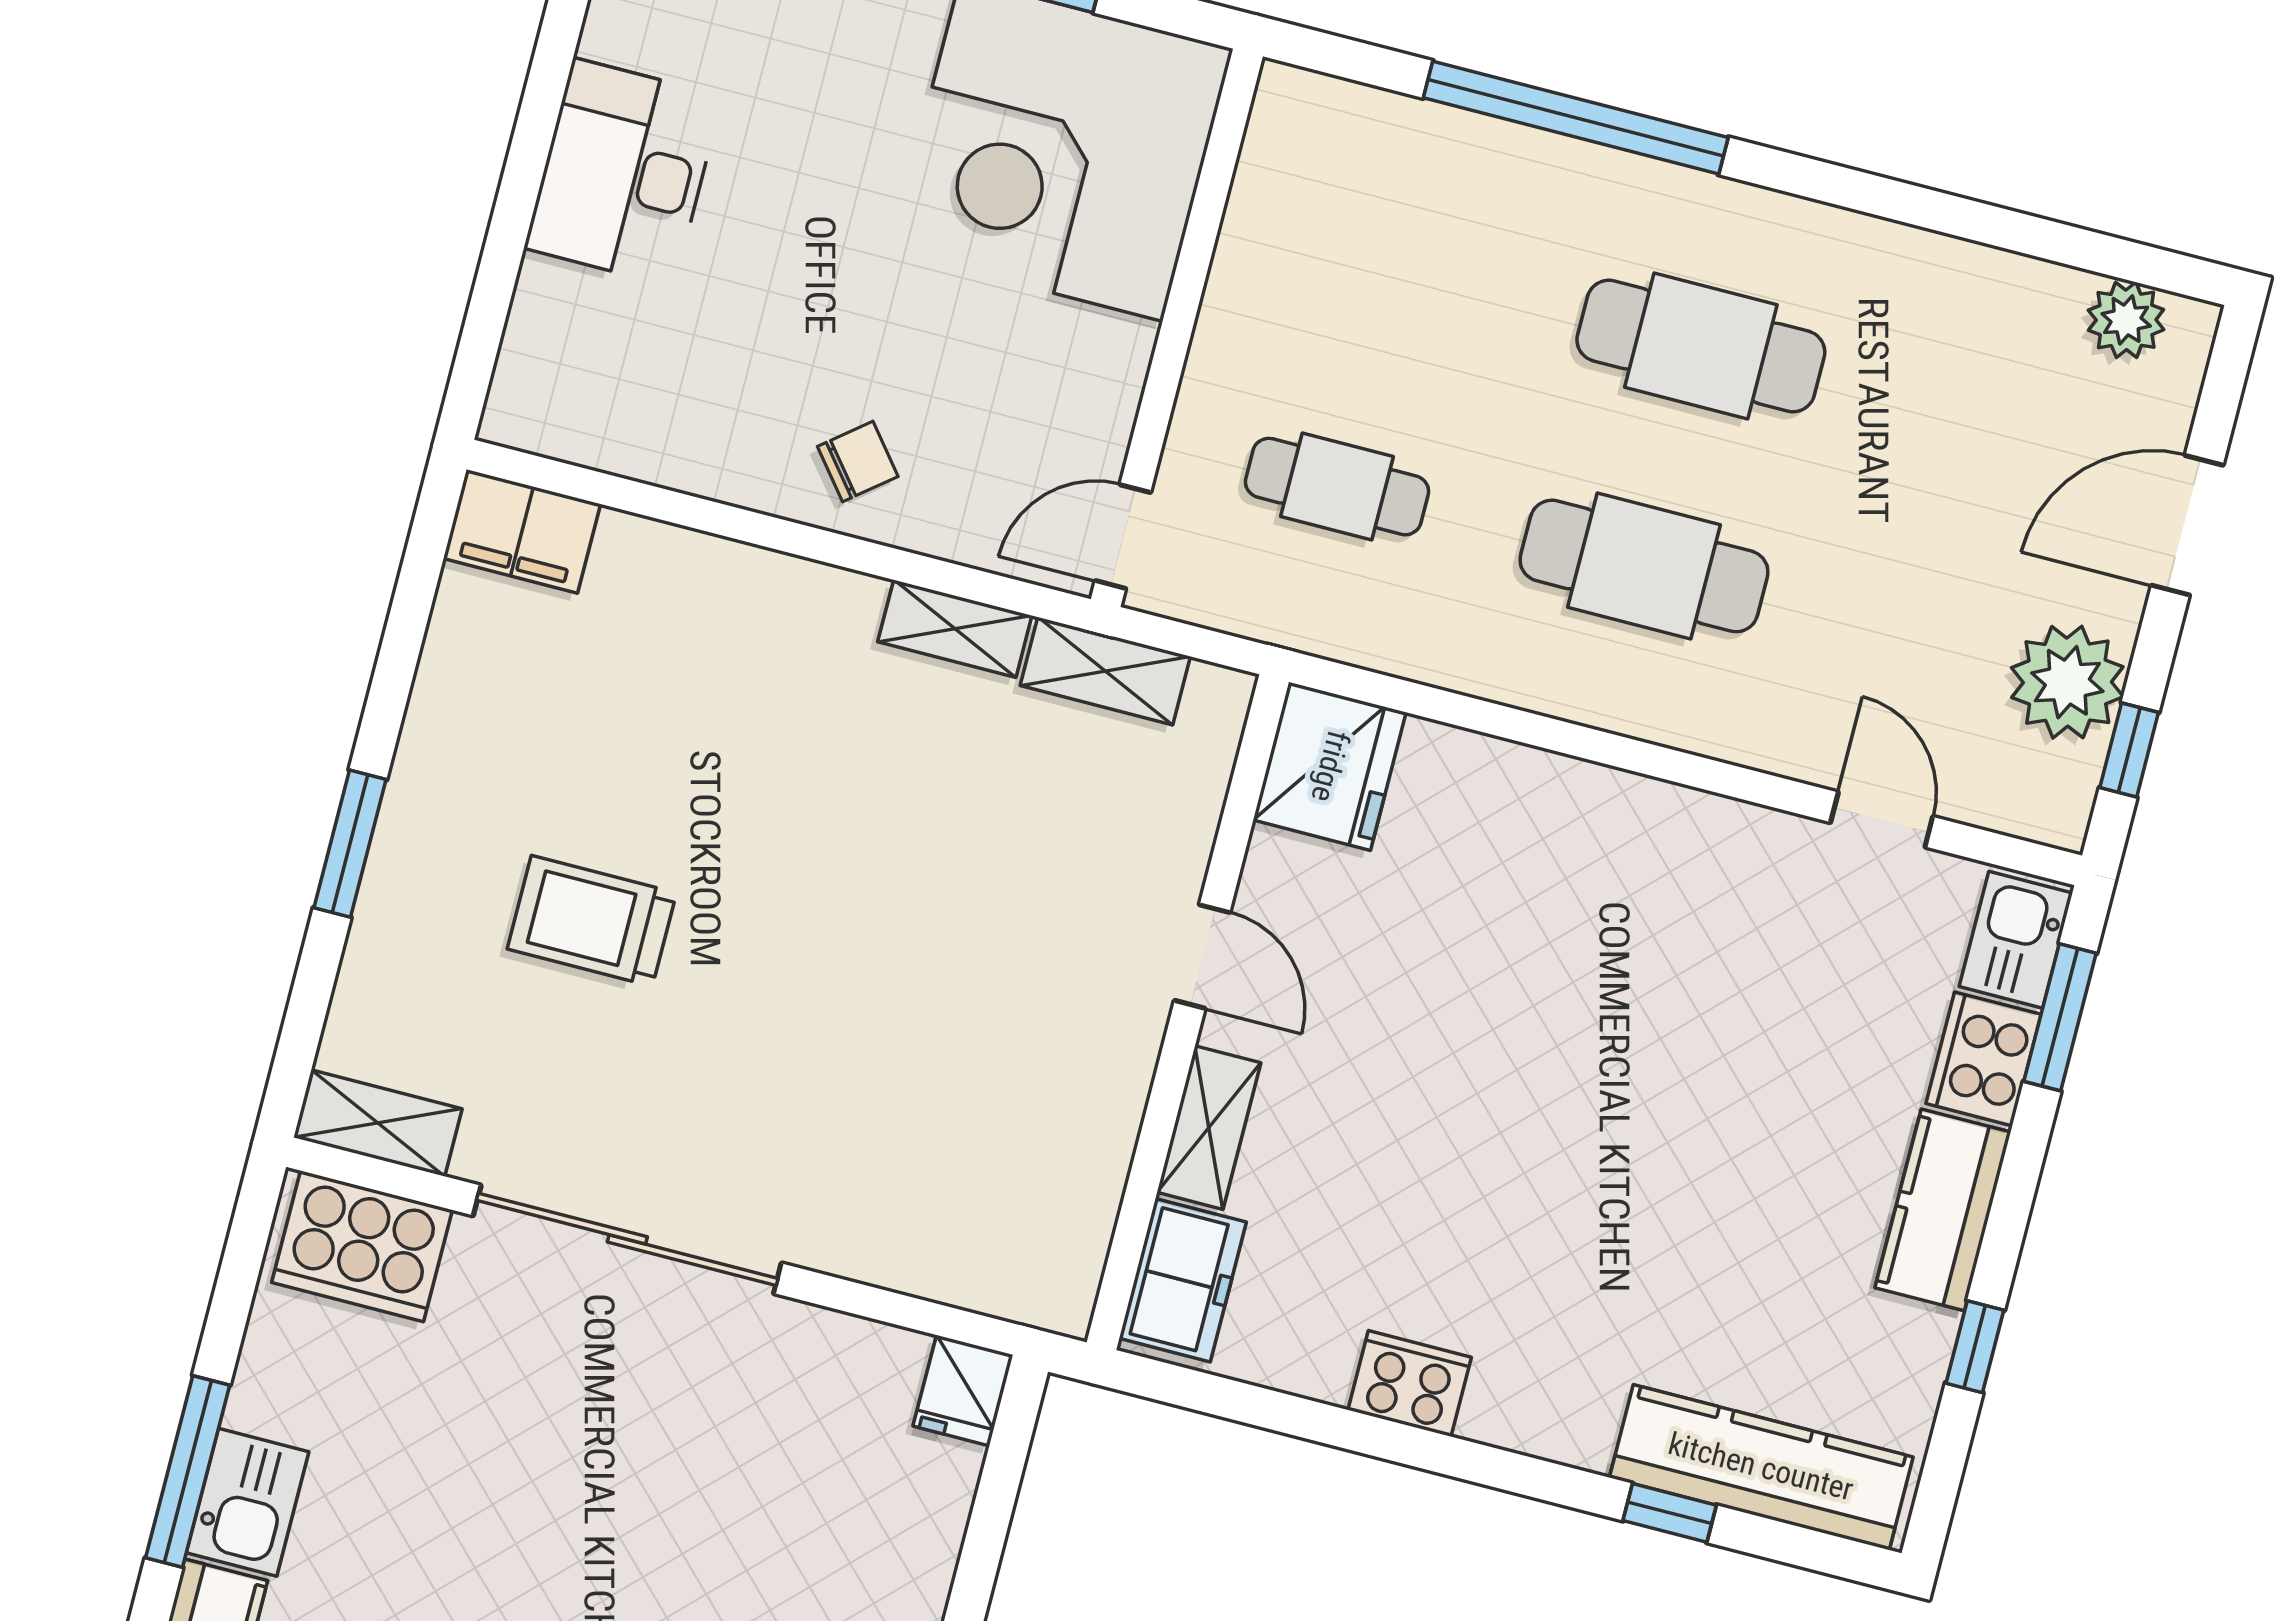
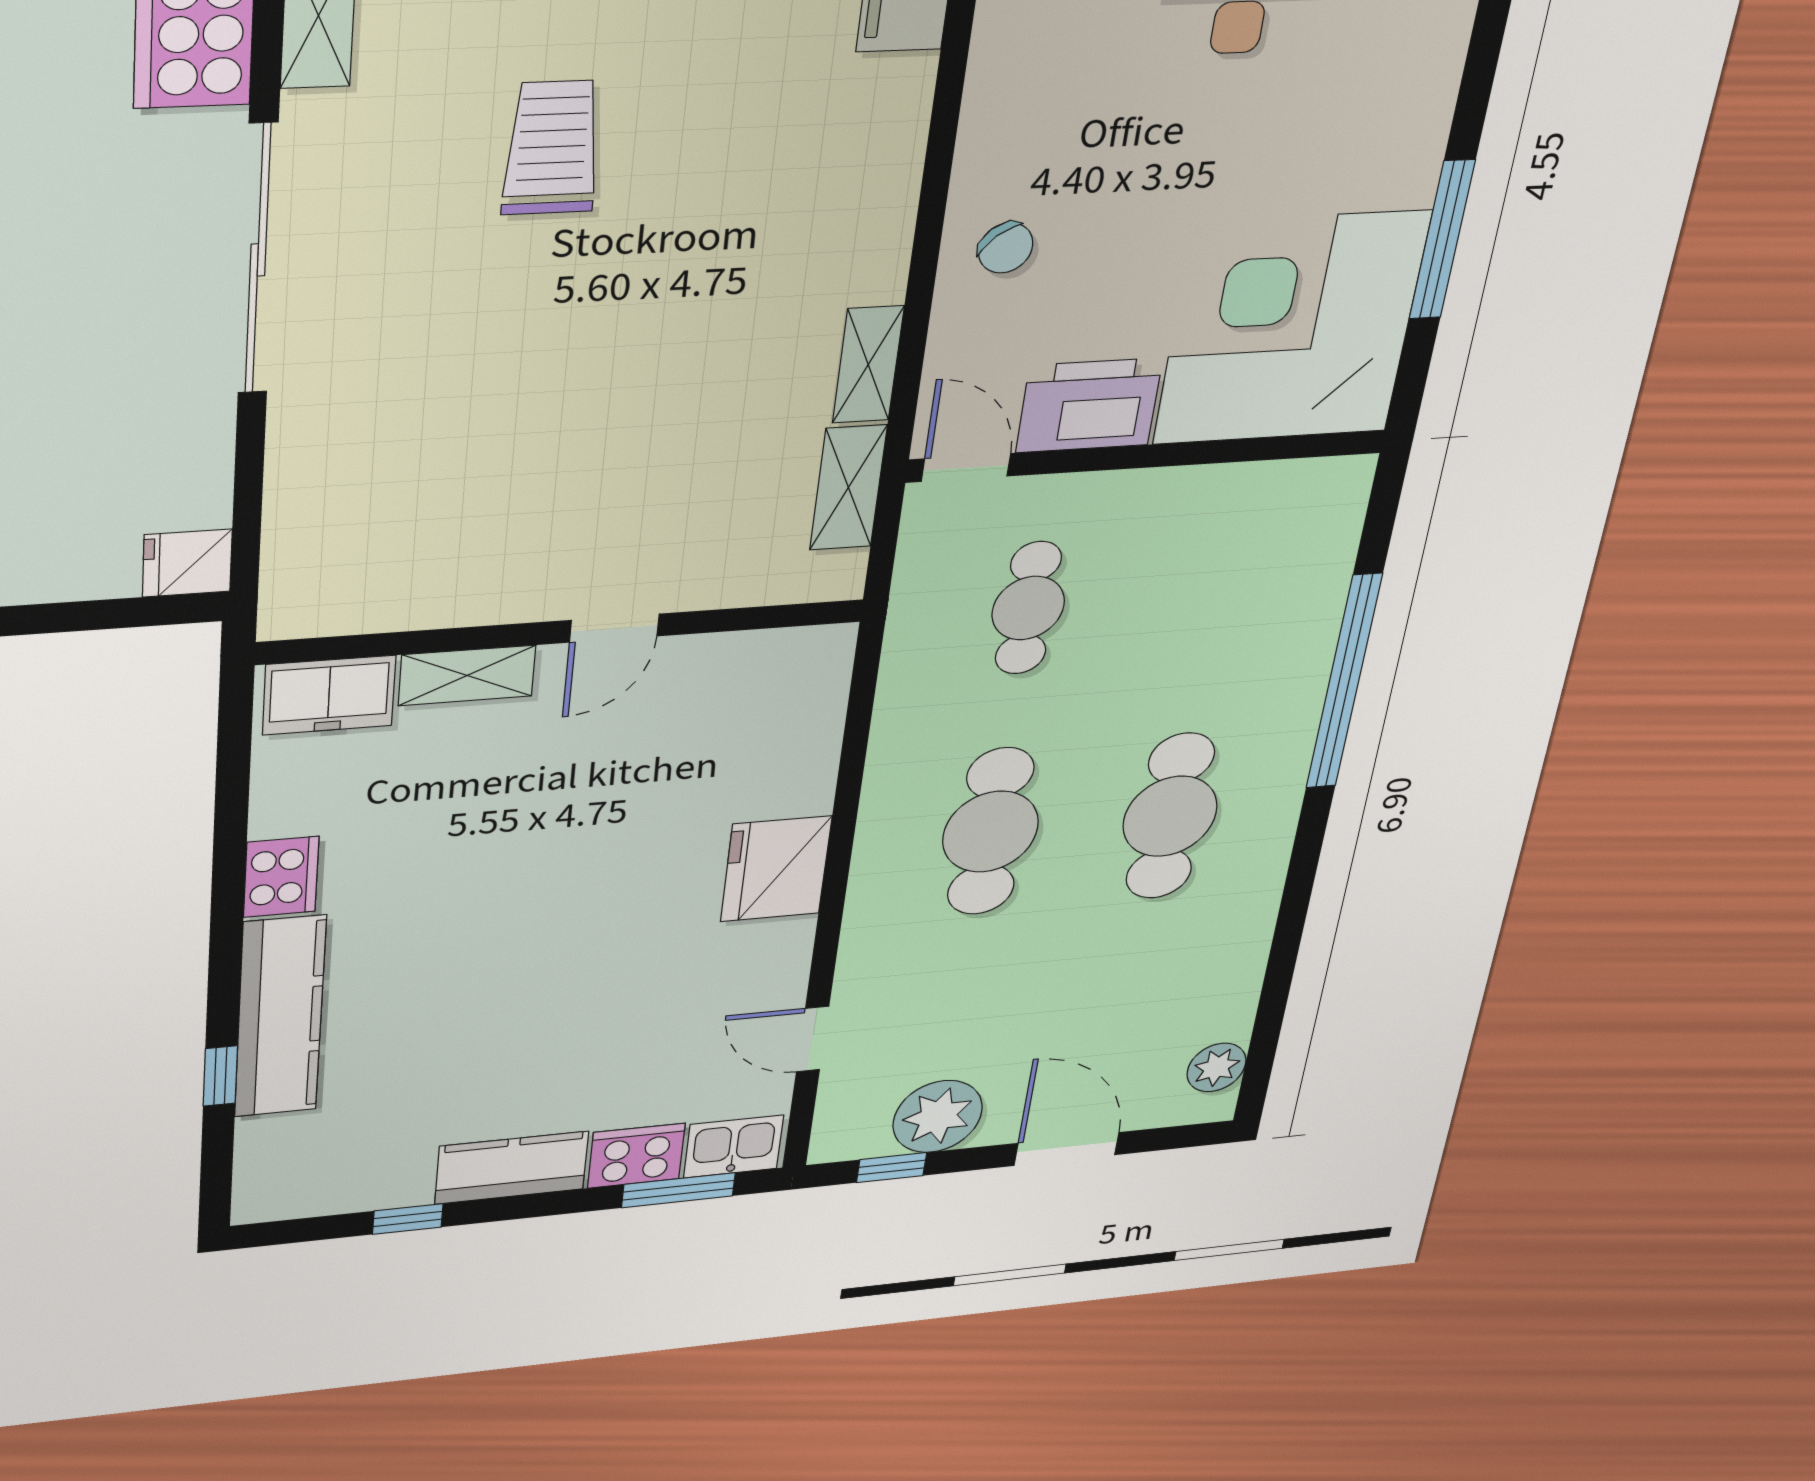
printer: (1087, 389) -> (1089, 405), added
fridge: (1330, 766) -> (776, 869), moved, turned 90
door: (1882, 820) -> (812, 1039), swing flipped
kitchen counter: (1761, 1467) -> (280, 1017), moved

